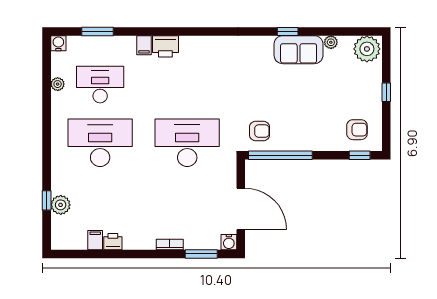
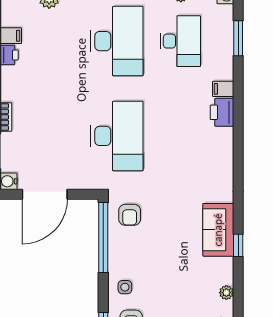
sofa: (299, 50) -> (218, 230), moved
side table: (326, 135) -> (125, 287), added

